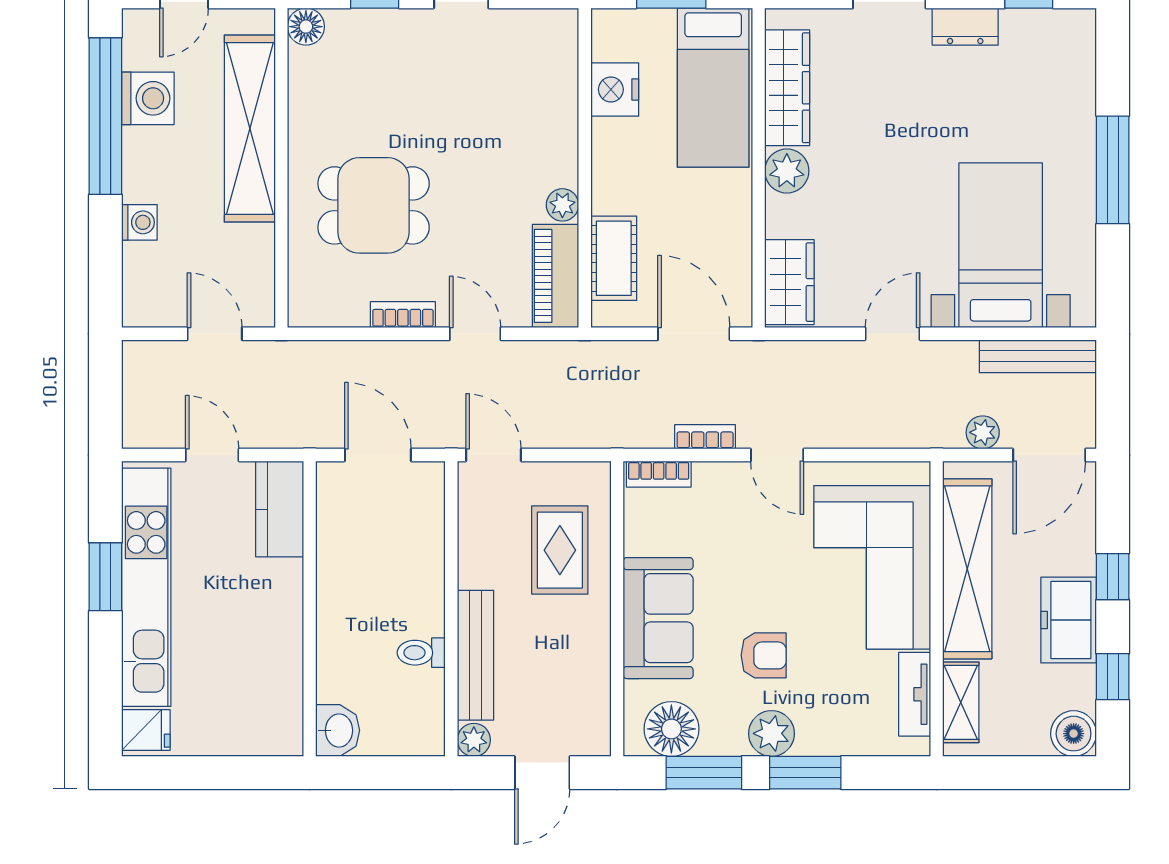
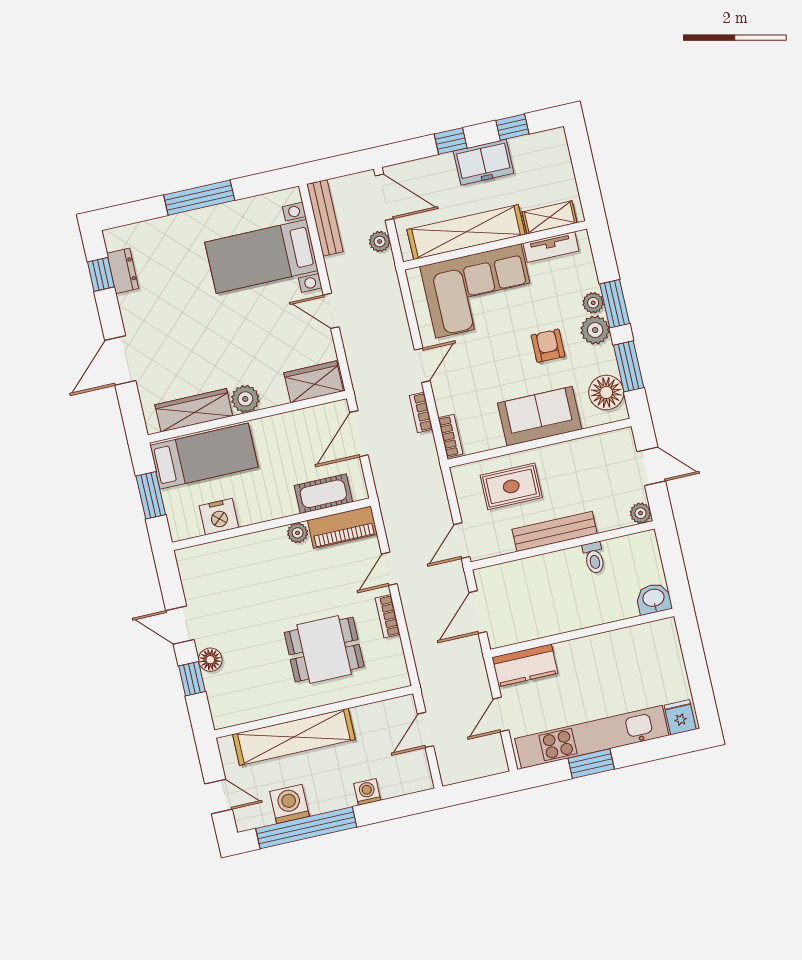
floor lamp: (306, 27) -> (210, 660), moved
dresser: (965, 27) -> (123, 271), moved
dining table: (374, 205) -> (324, 650), turned 90
bench: (475, 655) -> (555, 531), moved
boiler: (1074, 734) -> (553, 143), removed
plant: (814, 740) -> (593, 303), added

